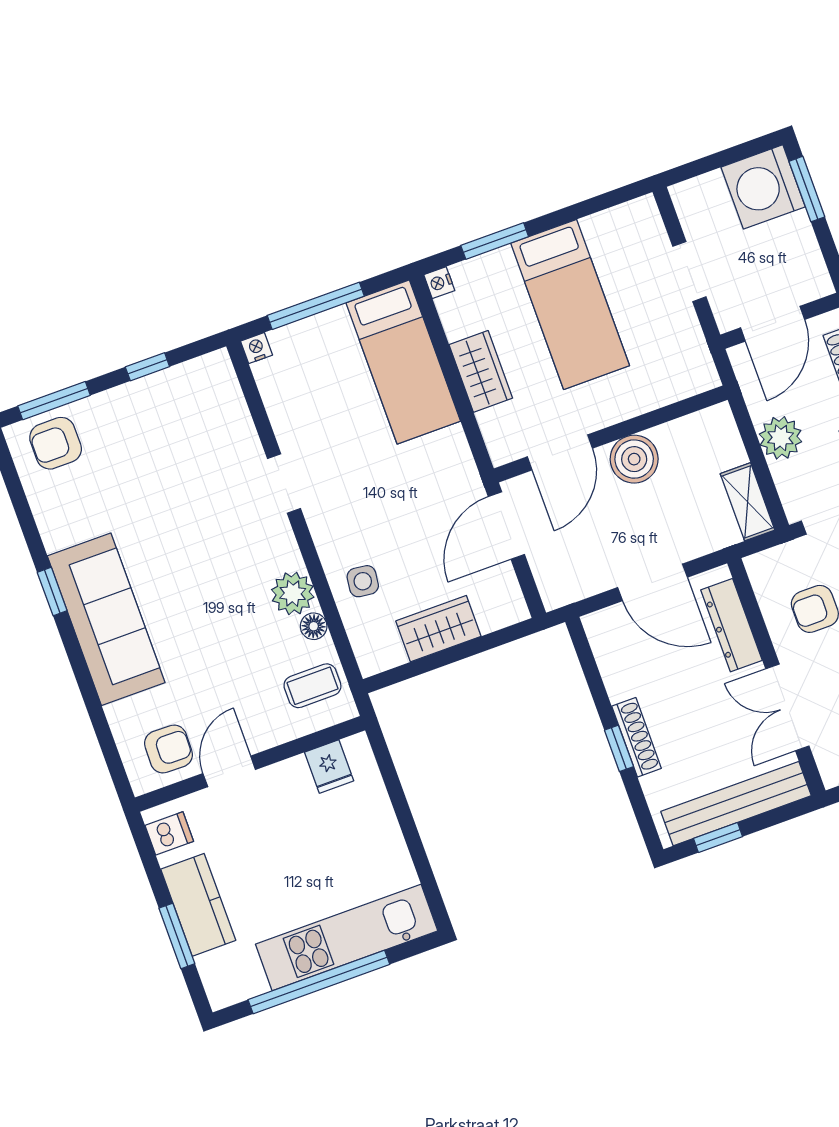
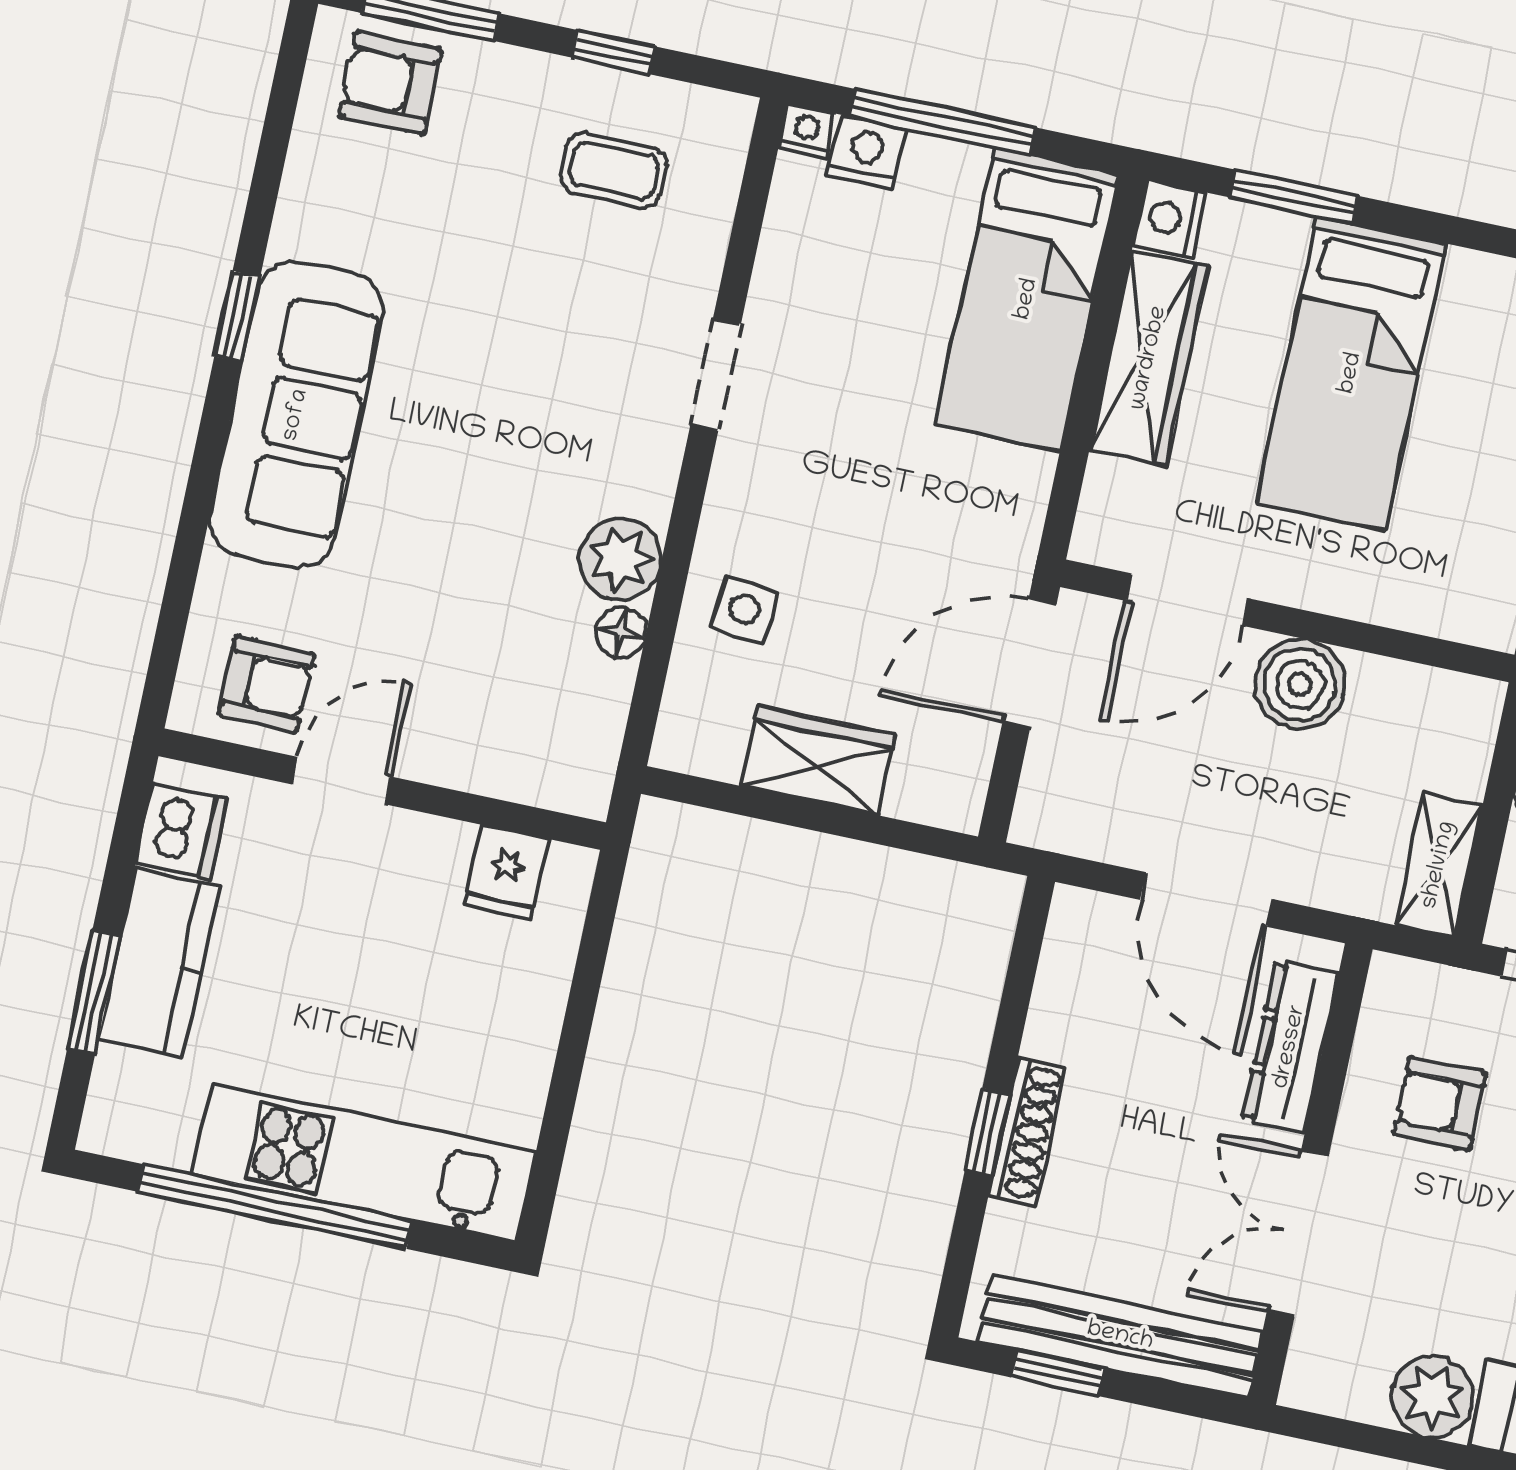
nightstand: (439, 283) -> (1170, 219), width x1.39, depth x1.35
nightstand: (290, 341) -> (867, 152), added
wardrobe: (481, 371) -> (1149, 358), width x1.50
coffee table: (312, 686) -> (614, 171), moved
dishwasher: (169, 833) -> (181, 831), width x1.38

